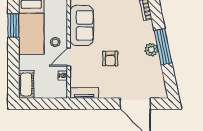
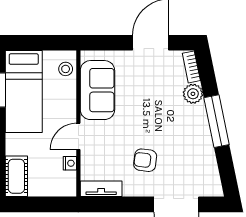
stool: (55, 42) -> (66, 69), moved
plant: (151, 50) -> (193, 94), moved
armchair: (110, 58) -> (145, 160), moved, turned 97

